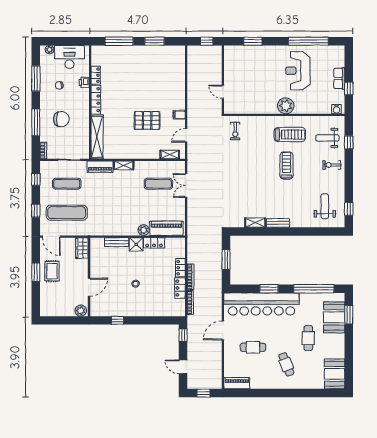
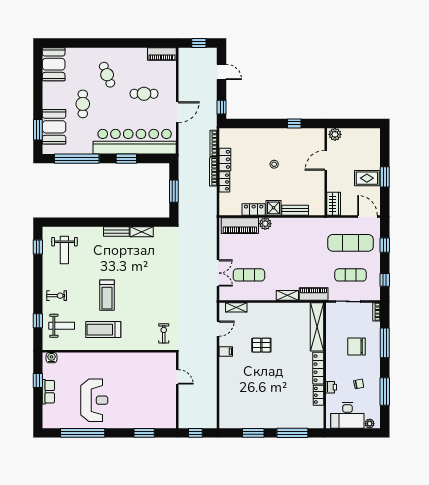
plant: (286, 106) -> (108, 361), removed
pallet: (147, 120) -> (261, 345), width x0.67, depth x0.71
rug: (52, 271) -> (367, 178), turned 90

